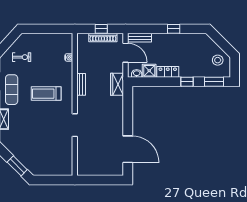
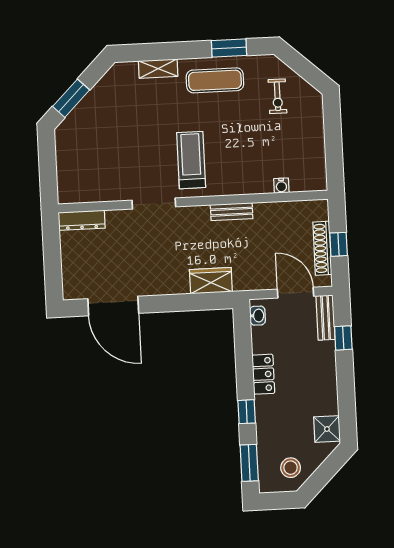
window: (174, 29) -> (343, 338), moved
door: (126, 53) -> (295, 293), swing flipped
shower: (149, 71) -> (327, 429), moved
wardrobe: (117, 84) -> (211, 281), moved
treadmill: (46, 94) -> (191, 160), moved
door: (128, 149) -> (113, 306), hinge flipped
dresser: (82, 164) -> (82, 220), added

